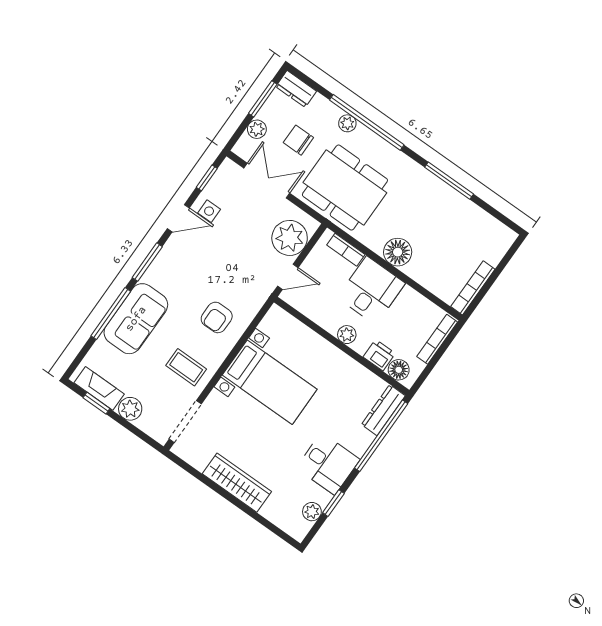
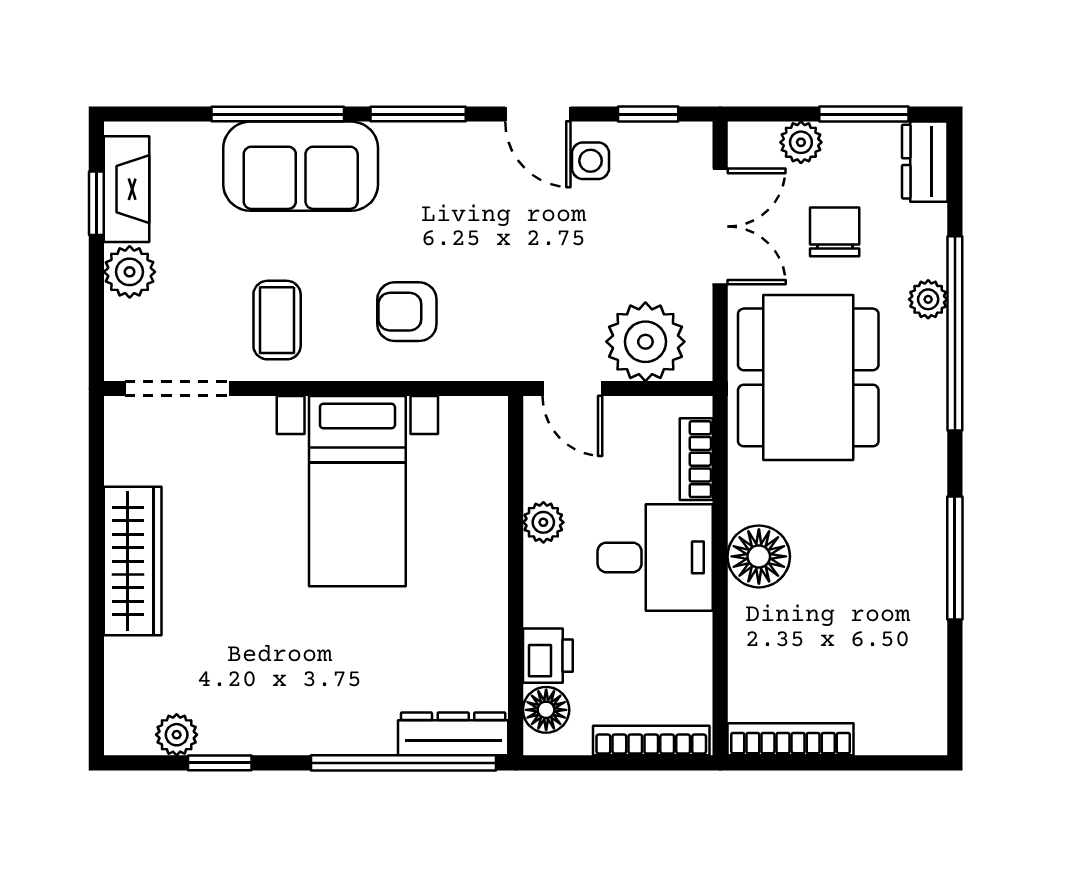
plant: (347, 335) -> (543, 522), moved
desk: (328, 464) -> (284, 702), removed

